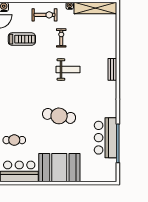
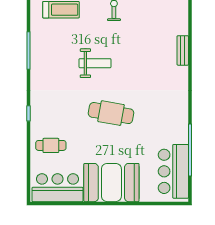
weight bench: (68, 70) -> (95, 63), moved
bar counter: (105, 138) -> (173, 171), moved

